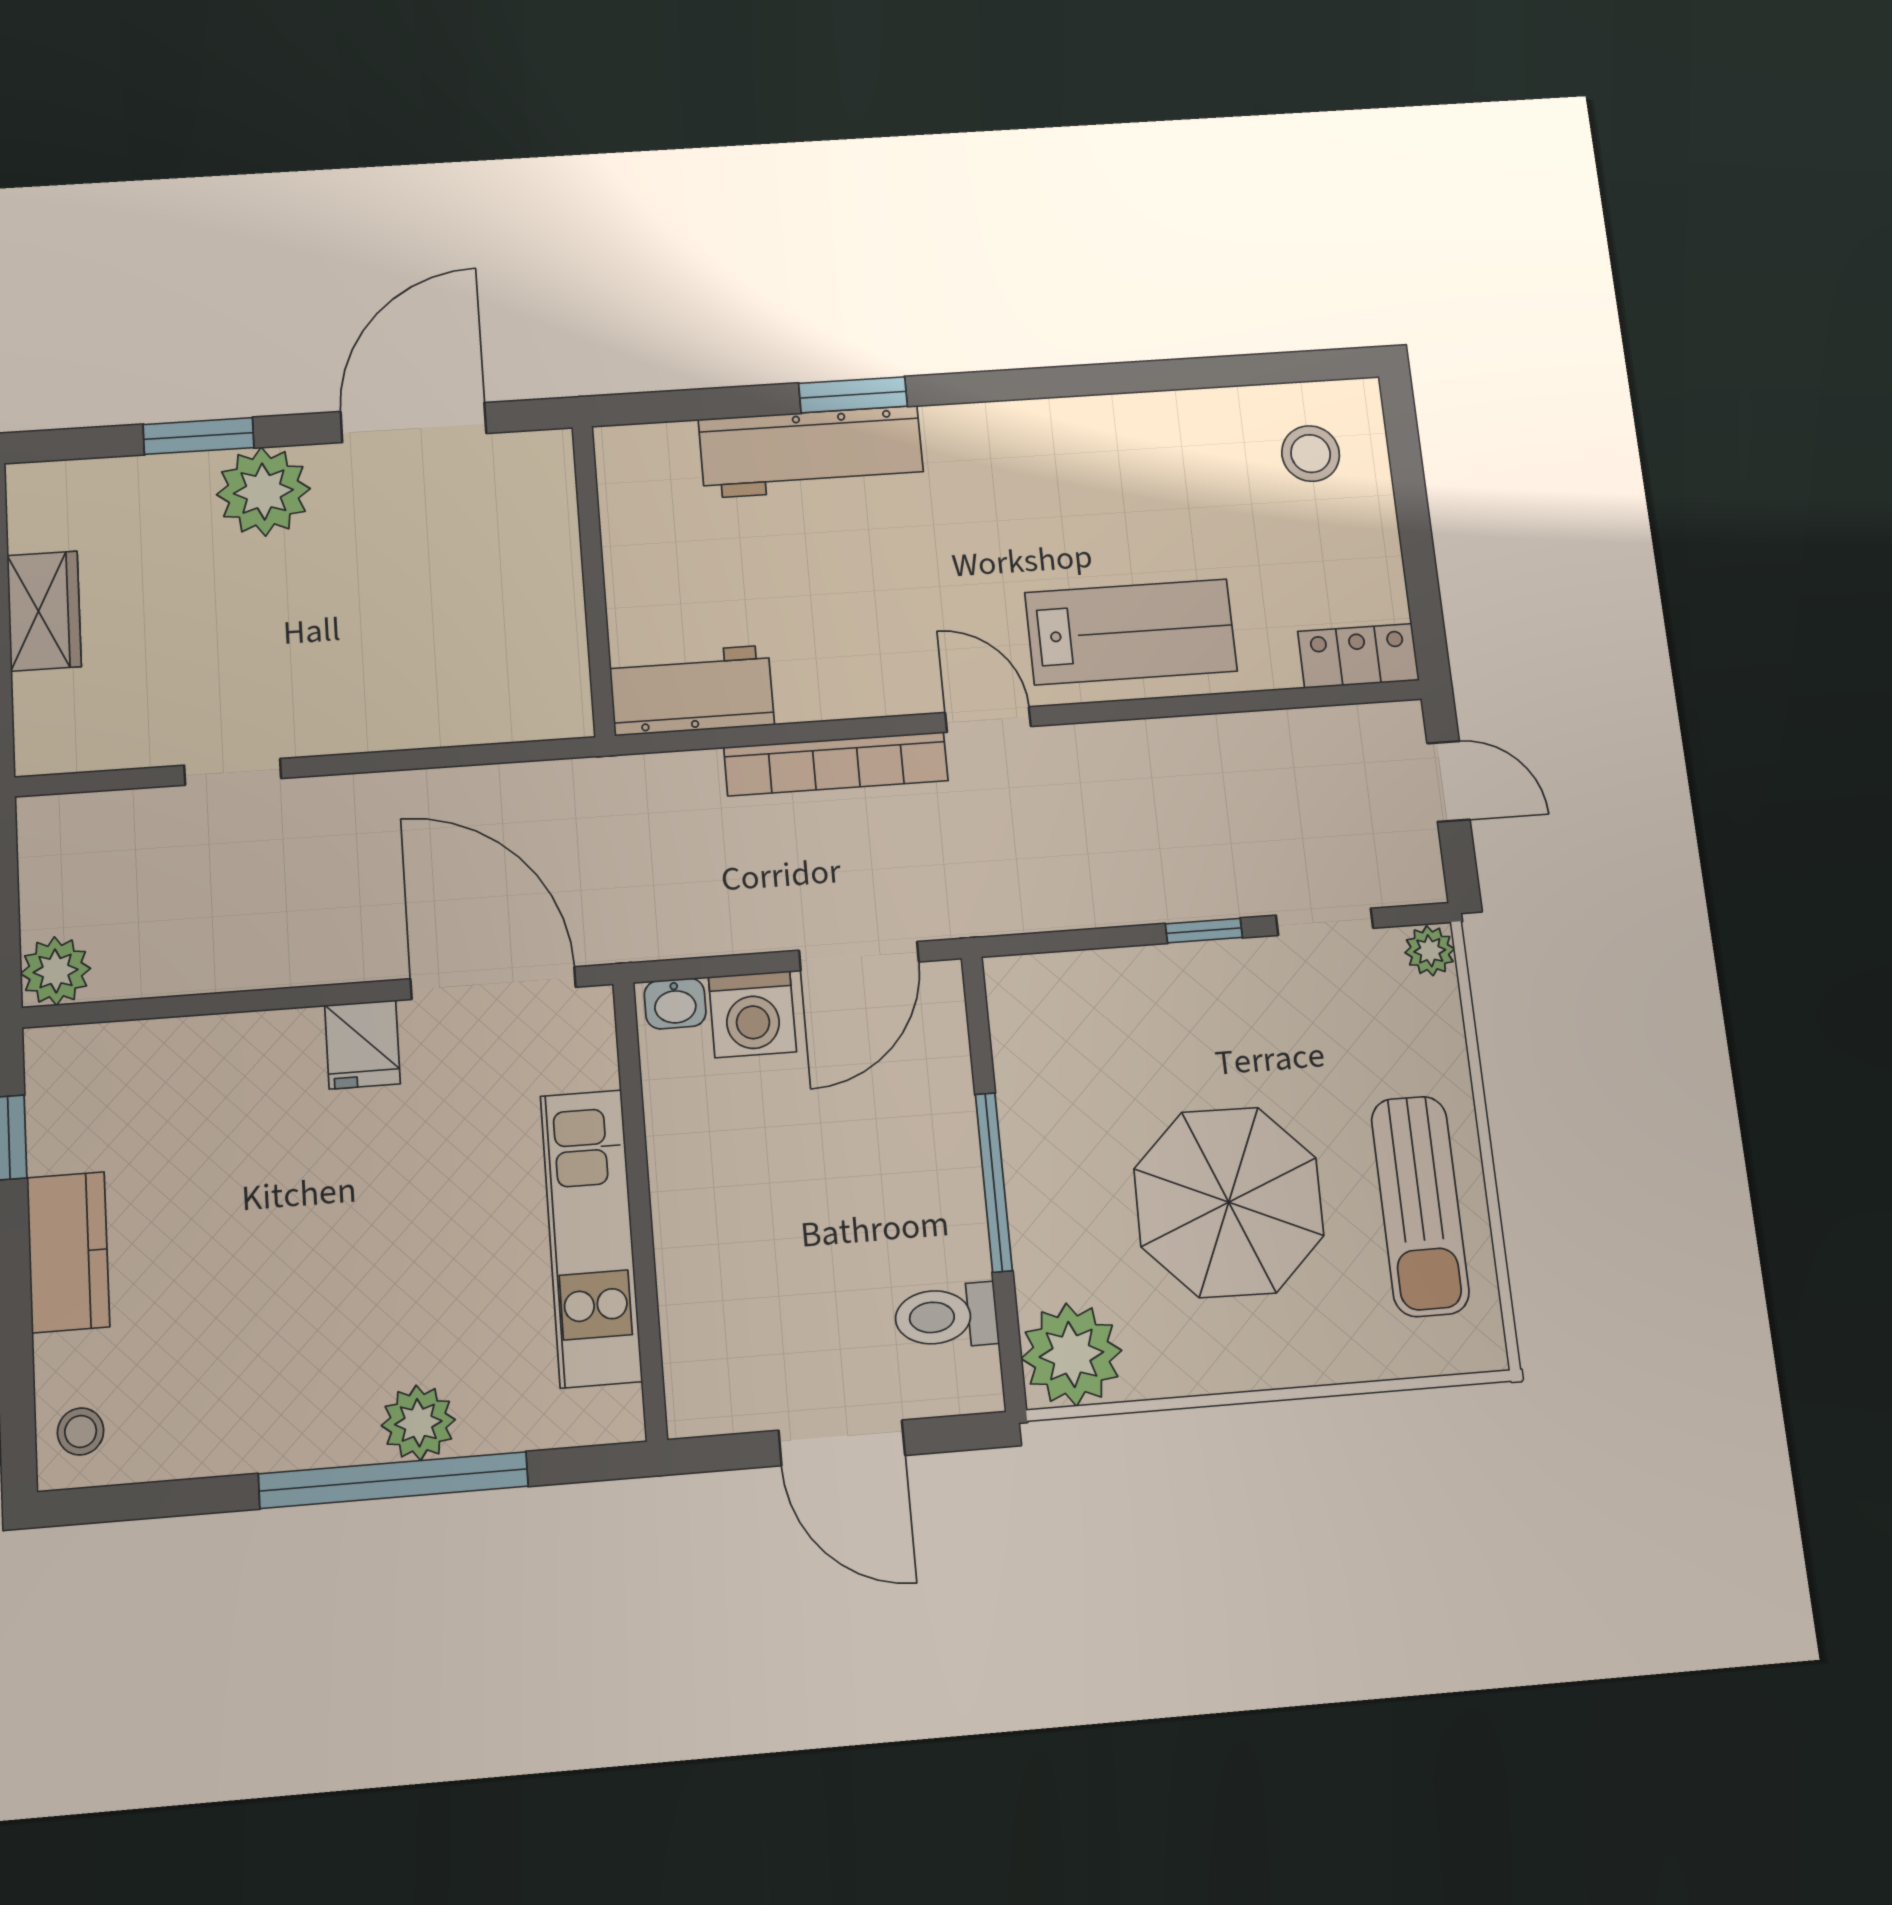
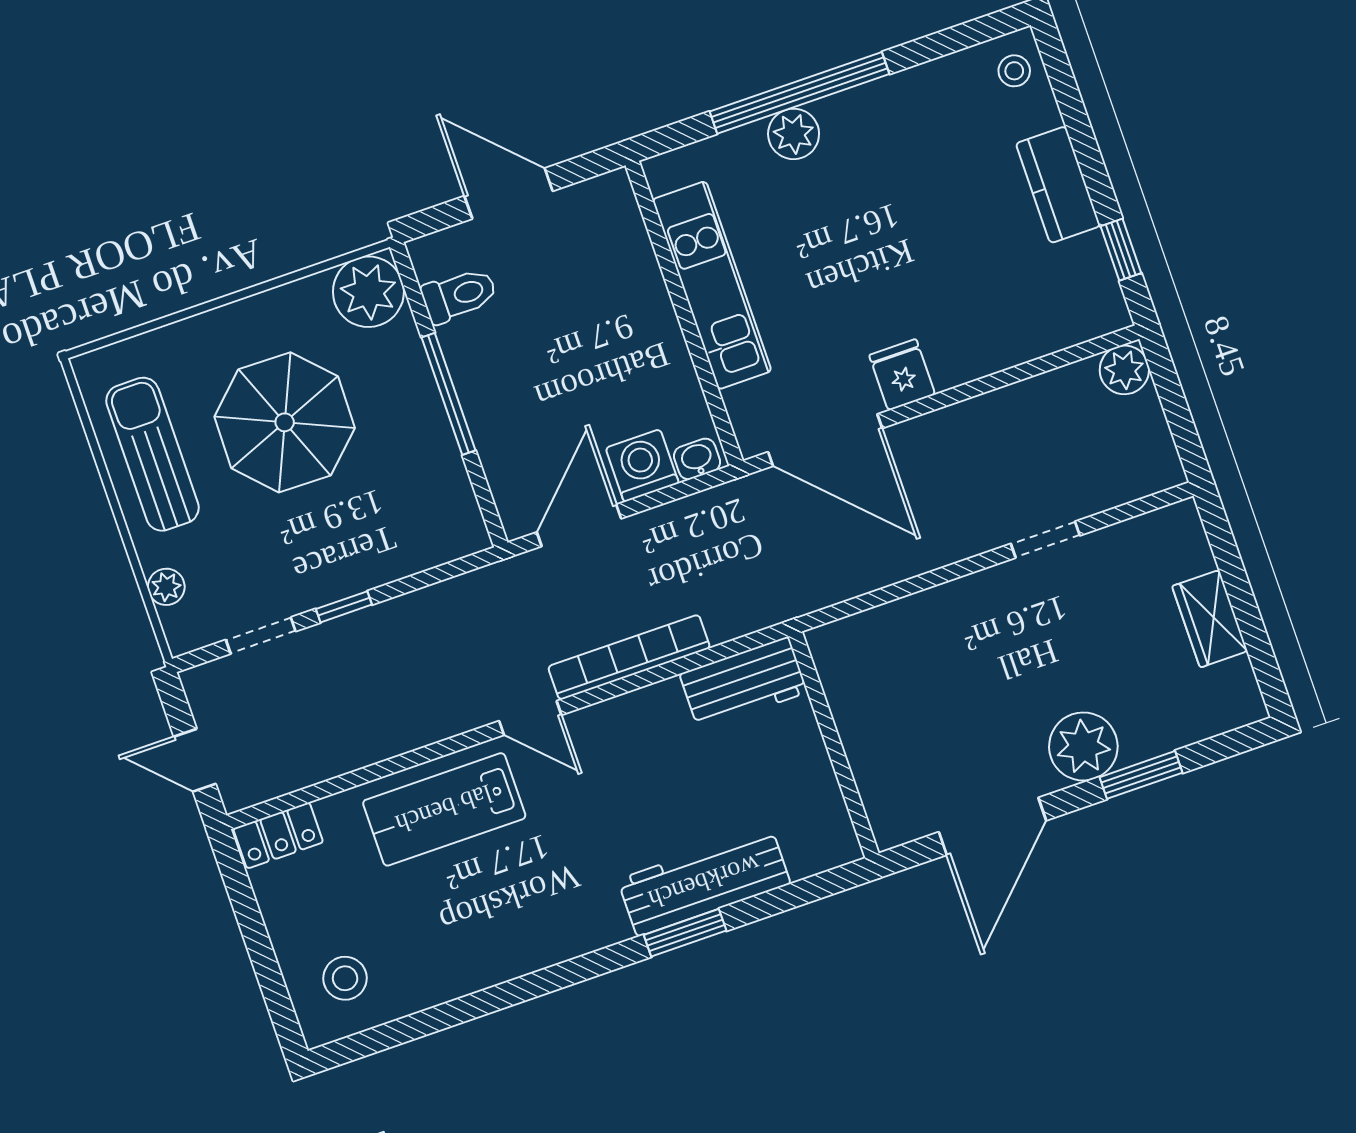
plant: (1430, 951) -> (166, 587), moved

